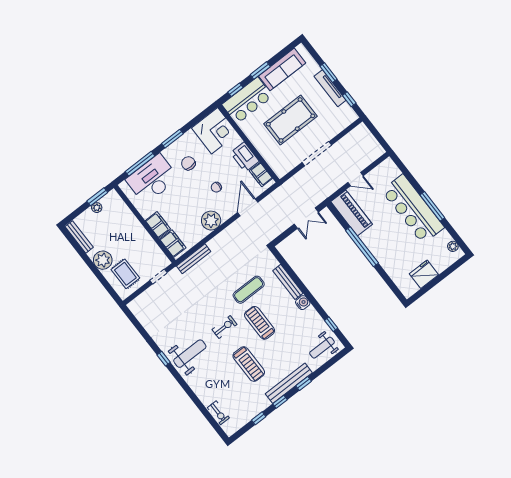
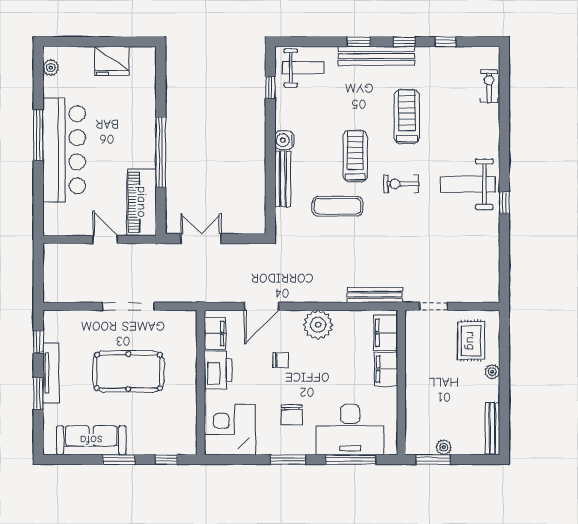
bar counter: (247, 100) -> (162, 436), removed
plant: (103, 260) -> (492, 372), width x0.53, depth x0.53
treadmill: (260, 323) -> (355, 156), turned 180

